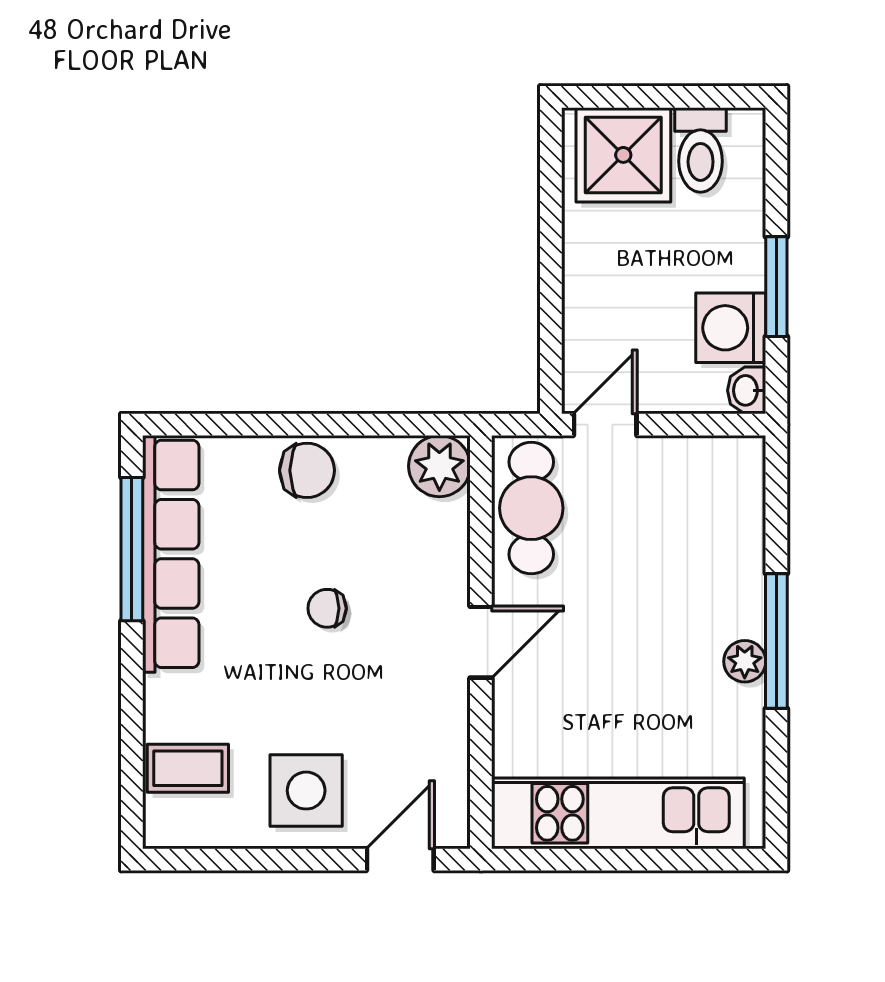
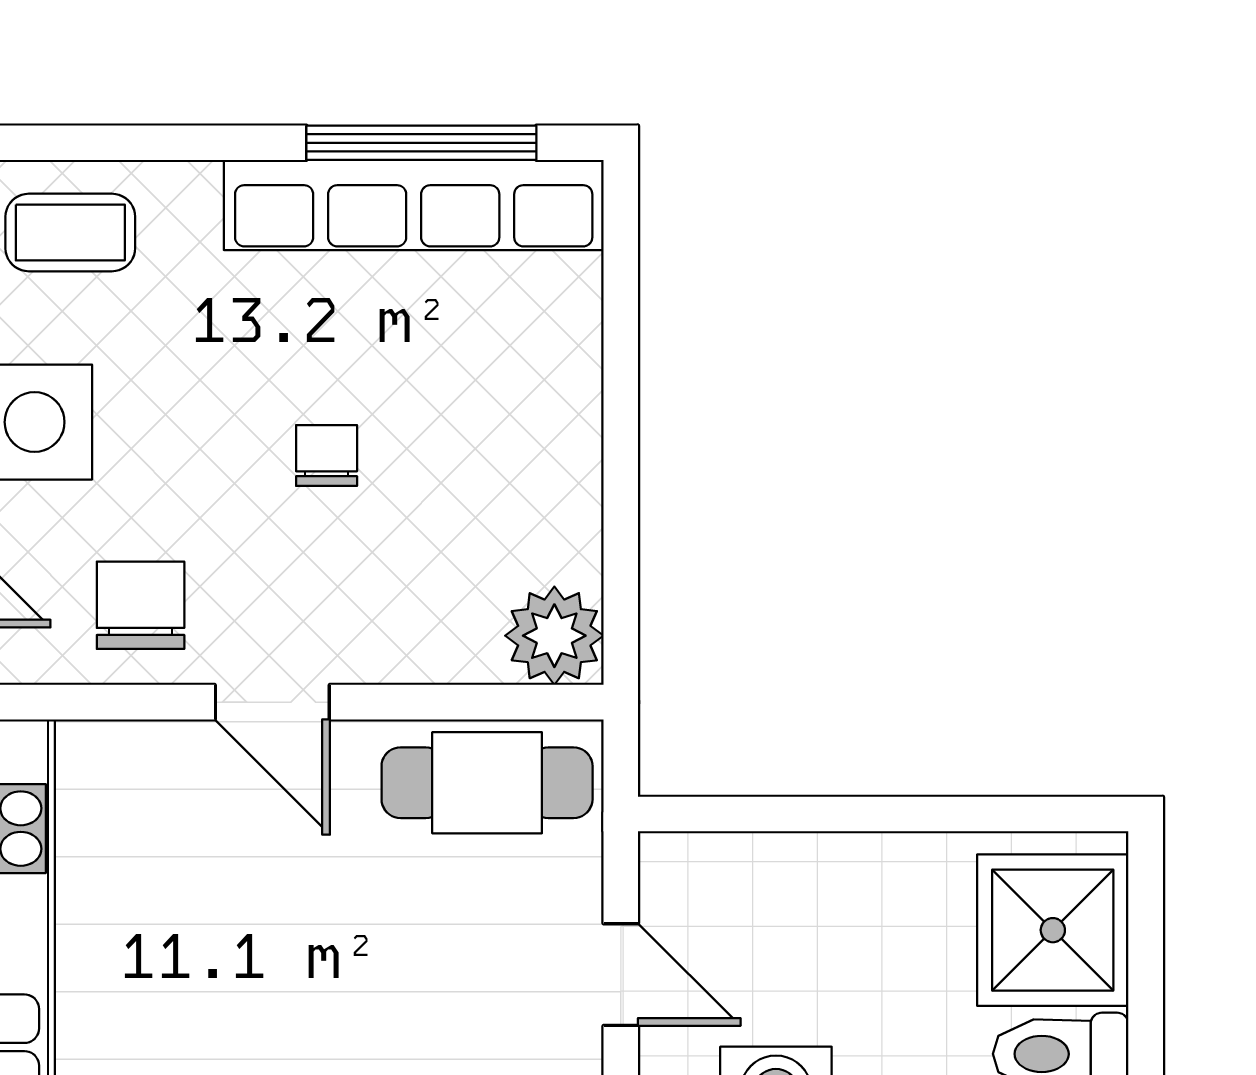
door: (605, 425) -> (621, 975), moved
chair: (307, 470) -> (141, 605), moved, turned 180
coffee table: (188, 768) -> (70, 233), turned 90

